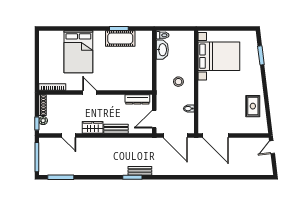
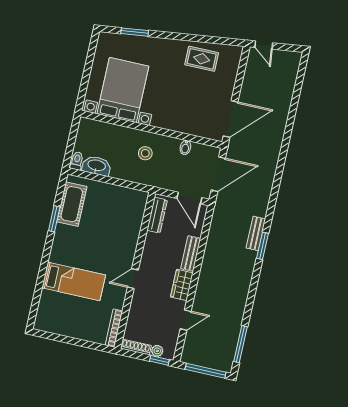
cot: (120, 38) -> (72, 204), moved
bed: (78, 52) -> (74, 281), width x0.67

